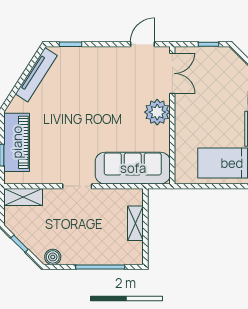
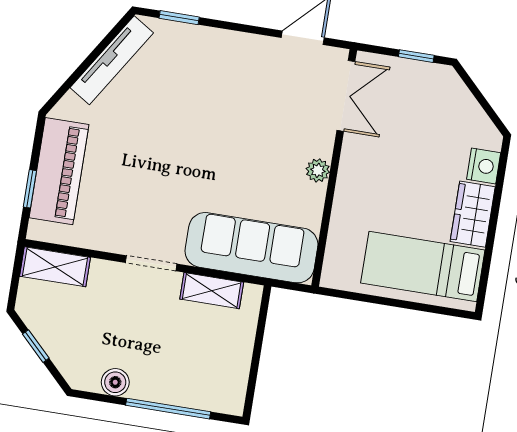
plant: (157, 112) -> (318, 170), width x0.53, depth x0.53
shelving: (135, 223) -> (212, 291), moved, turned 90
boiler: (53, 257) -> (115, 382), moved

